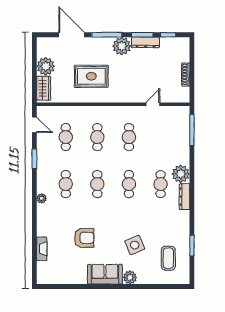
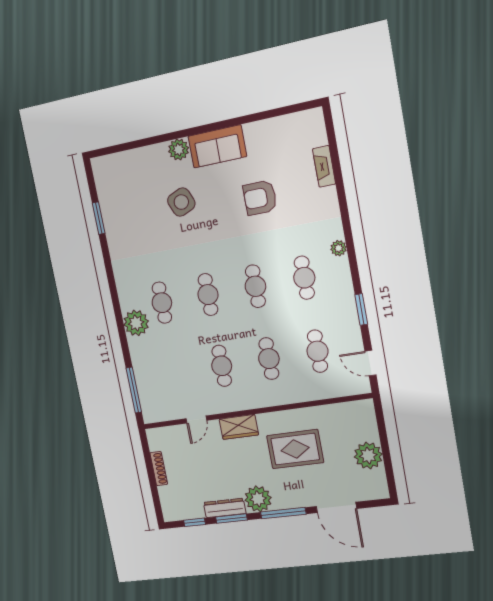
wardrobe: (44, 88) -> (239, 427), moved, turned -90
dresser: (184, 197) -> (124, 290), removed
coffee table: (168, 258) -> (128, 192), removed

